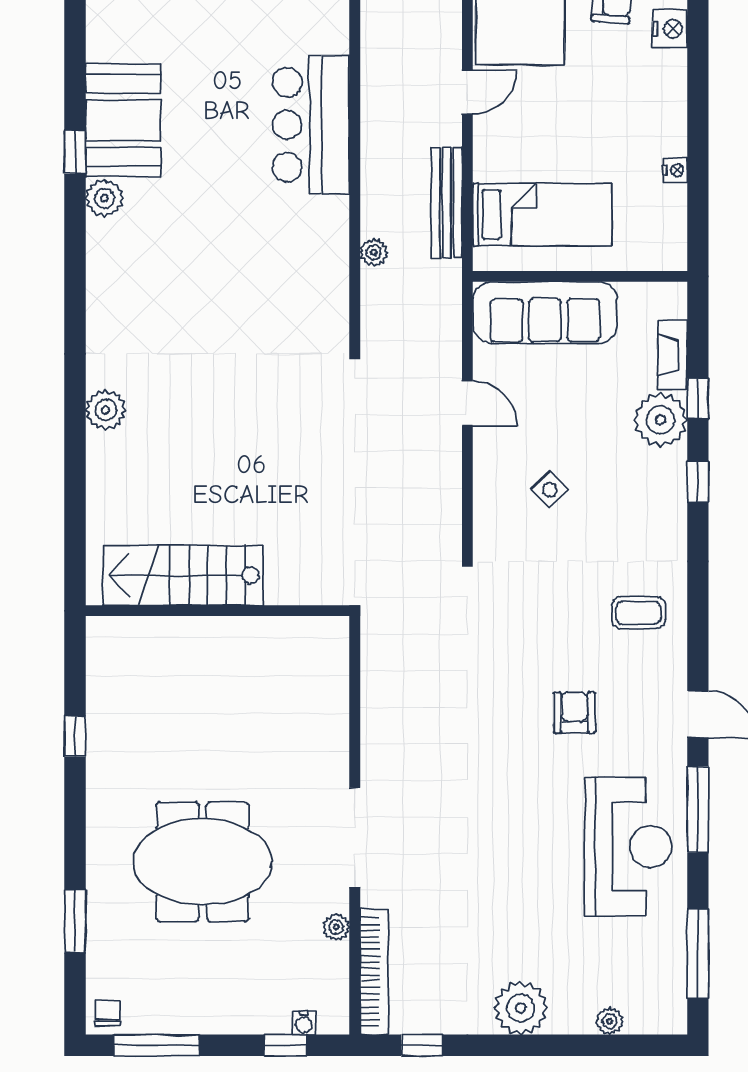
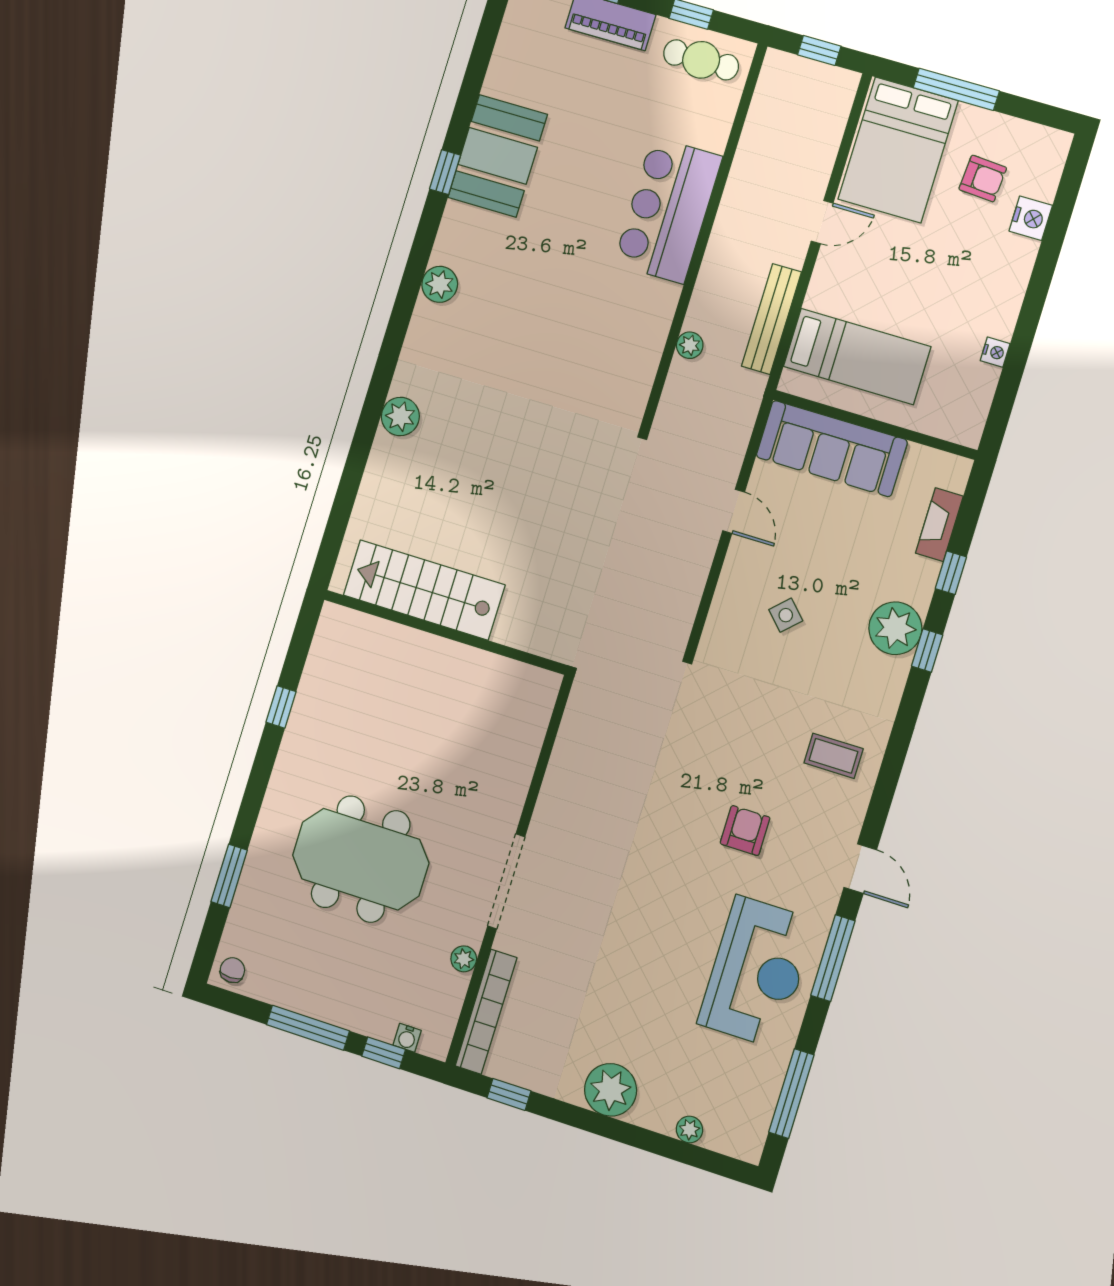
plant: (104, 198) -> (440, 284), moved
plant: (660, 420) -> (895, 628), moved
window: (157, 1045) -> (308, 1028), moved

